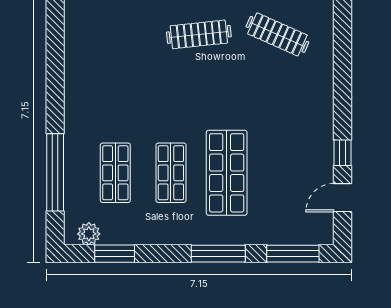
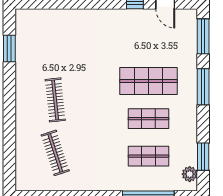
clothes rail: (277, 34) -> (55, 153), moved, turned -42

